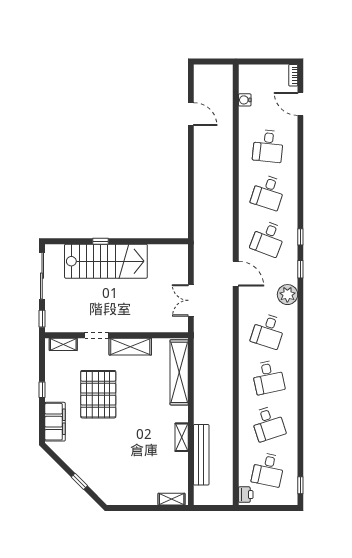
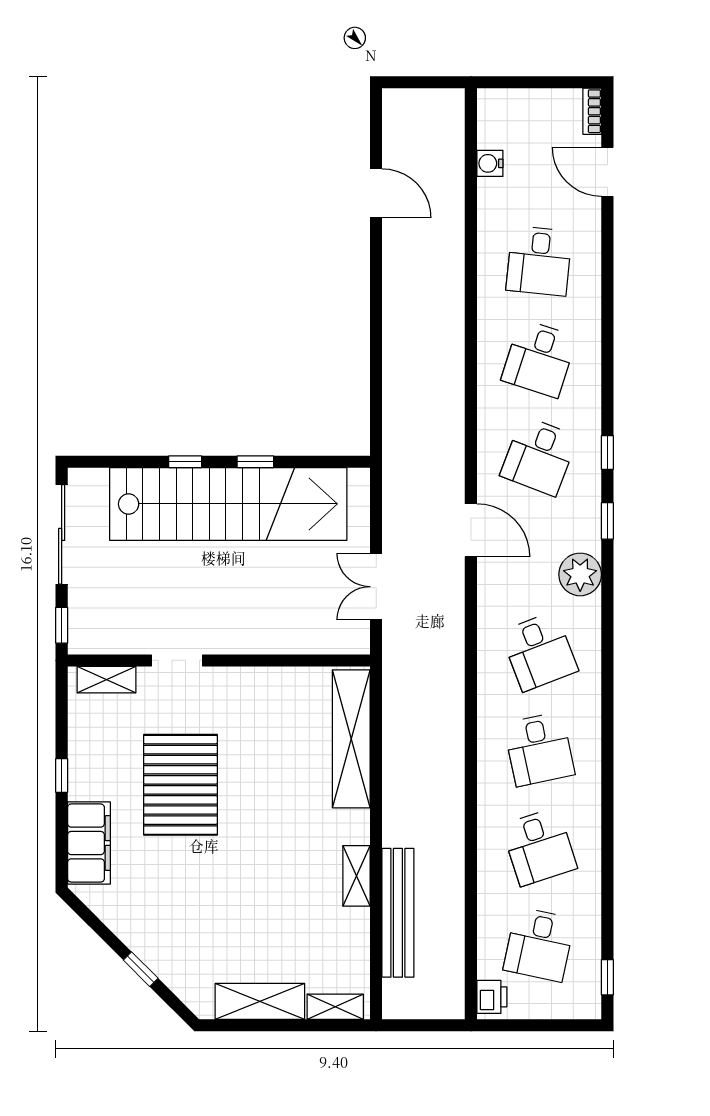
window: (134, 241) -> (255, 462), added
stairs: (106, 261) -> (228, 504), width x1.36
desk: (268, 331) -> (539, 651), turned -39
shelving: (130, 347) -> (260, 1001), moved

